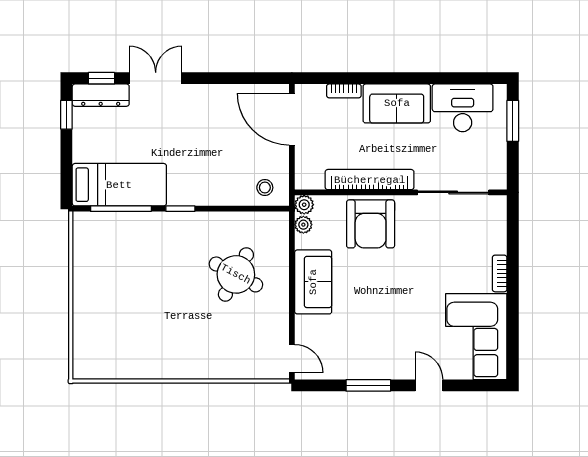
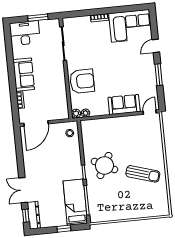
desk: (463, 108) -> (25, 33), moved, turned 90
window: (66, 115) -> (64, 229), moved
window: (513, 121) -> (38, 18), moved
bookcase: (370, 180) -> (61, 84), removed
round table: (236, 274) -> (104, 165), moved
sofa: (313, 282) -> (124, 104), moved
sun lounger: (164, 332) -> (143, 174), added

